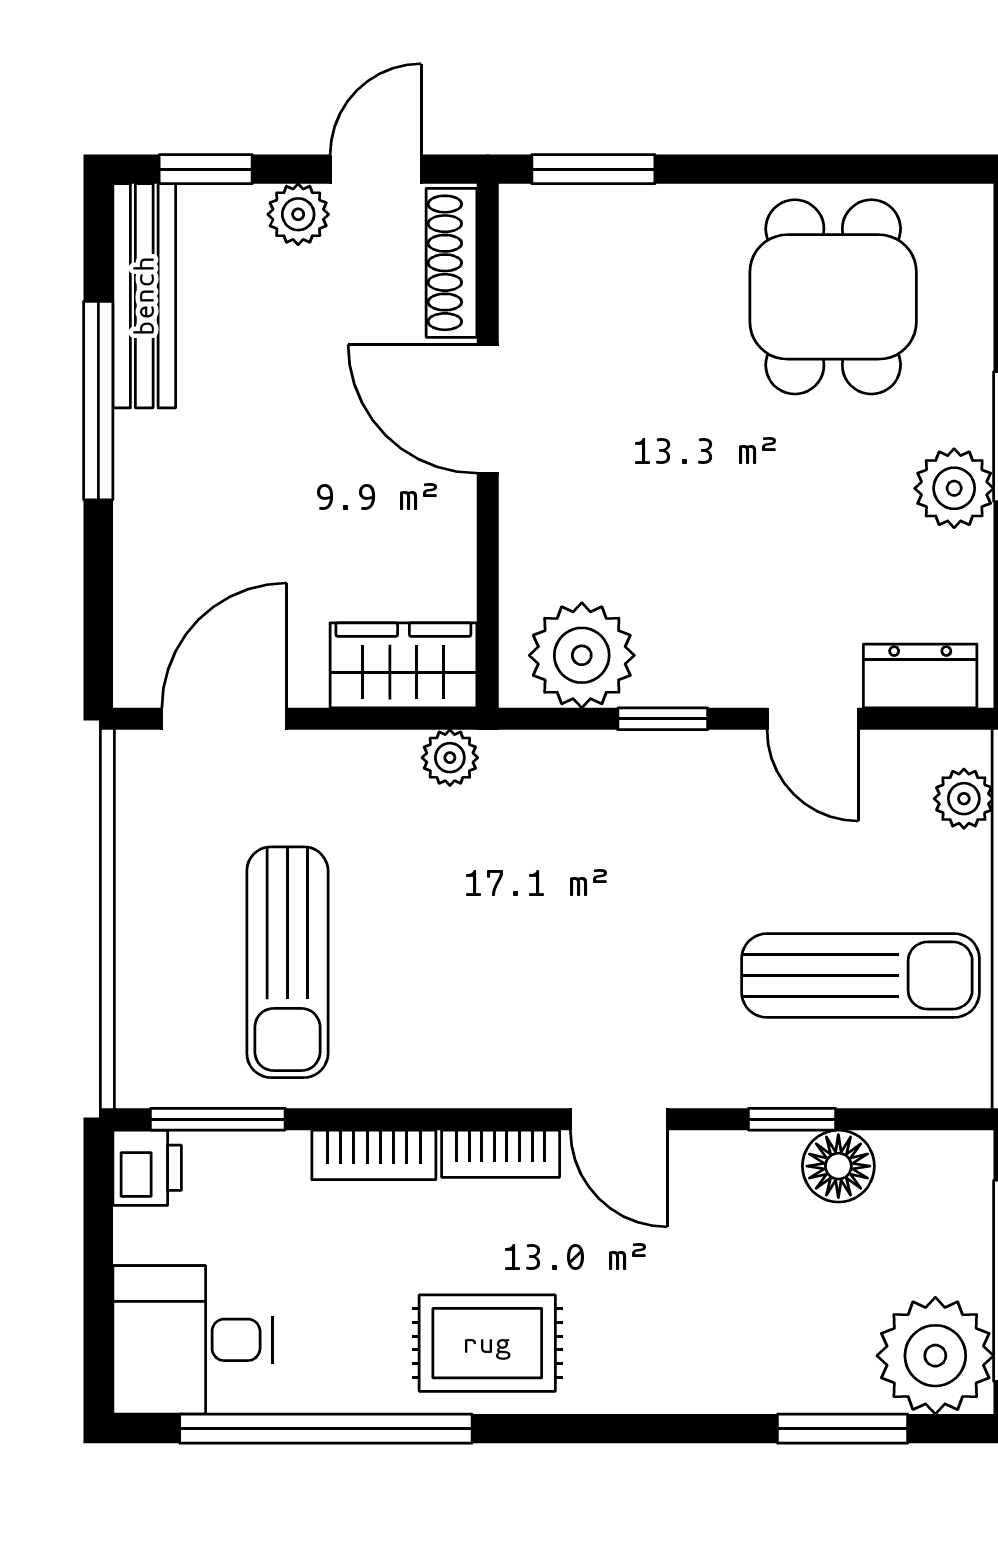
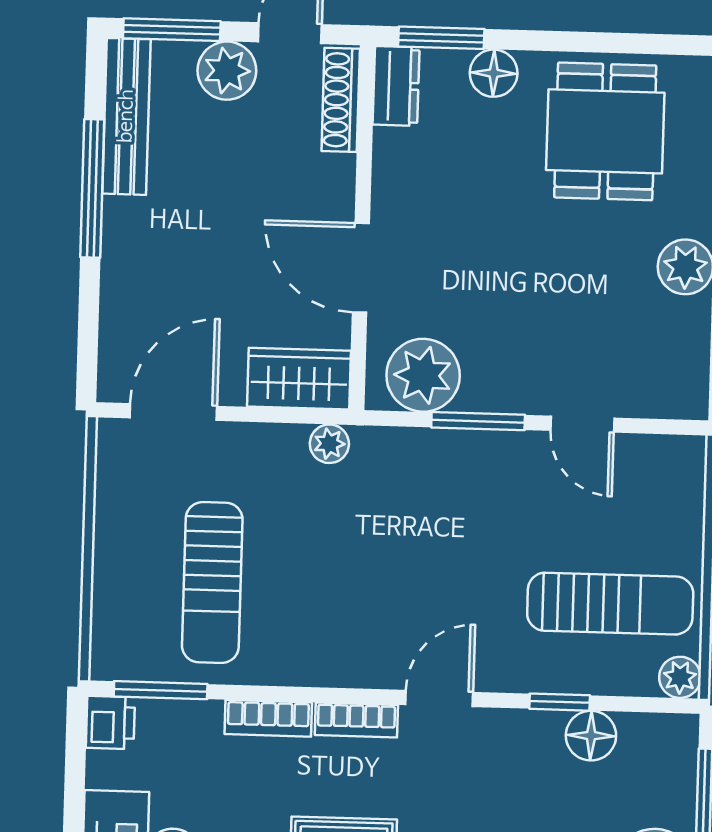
window: (206, 169) -> (172, 30), width x1.50
plant: (298, 214) -> (227, 71), width x1.38, depth x1.38
floor lamp: (670, 218) -> (494, 73), added
door: (488, 409) -> (361, 268), moved
dresser: (920, 676) -> (396, 86), moved, turned 90
window: (663, 719) -> (478, 421), width x1.50
plant: (964, 799) -> (680, 677), moved
door: (619, 1119) -> (439, 698), swing flipped

